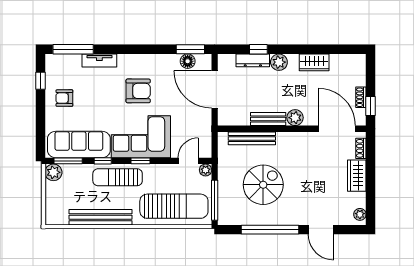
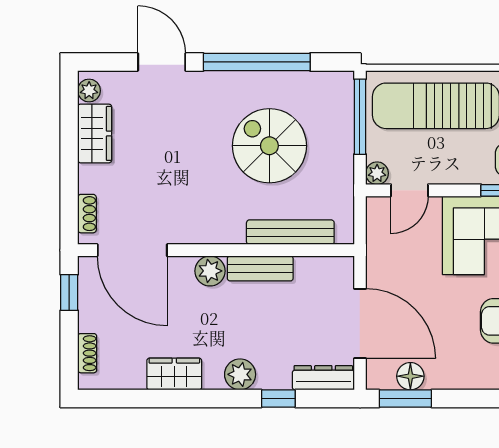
dresser: (253, 60) -> (323, 378), moved
shoe rack: (361, 97) -> (87, 353), moved
wardrobe: (357, 176) -> (95, 133), moved
spiral stairs: (263, 185) -> (269, 146), turned 90

